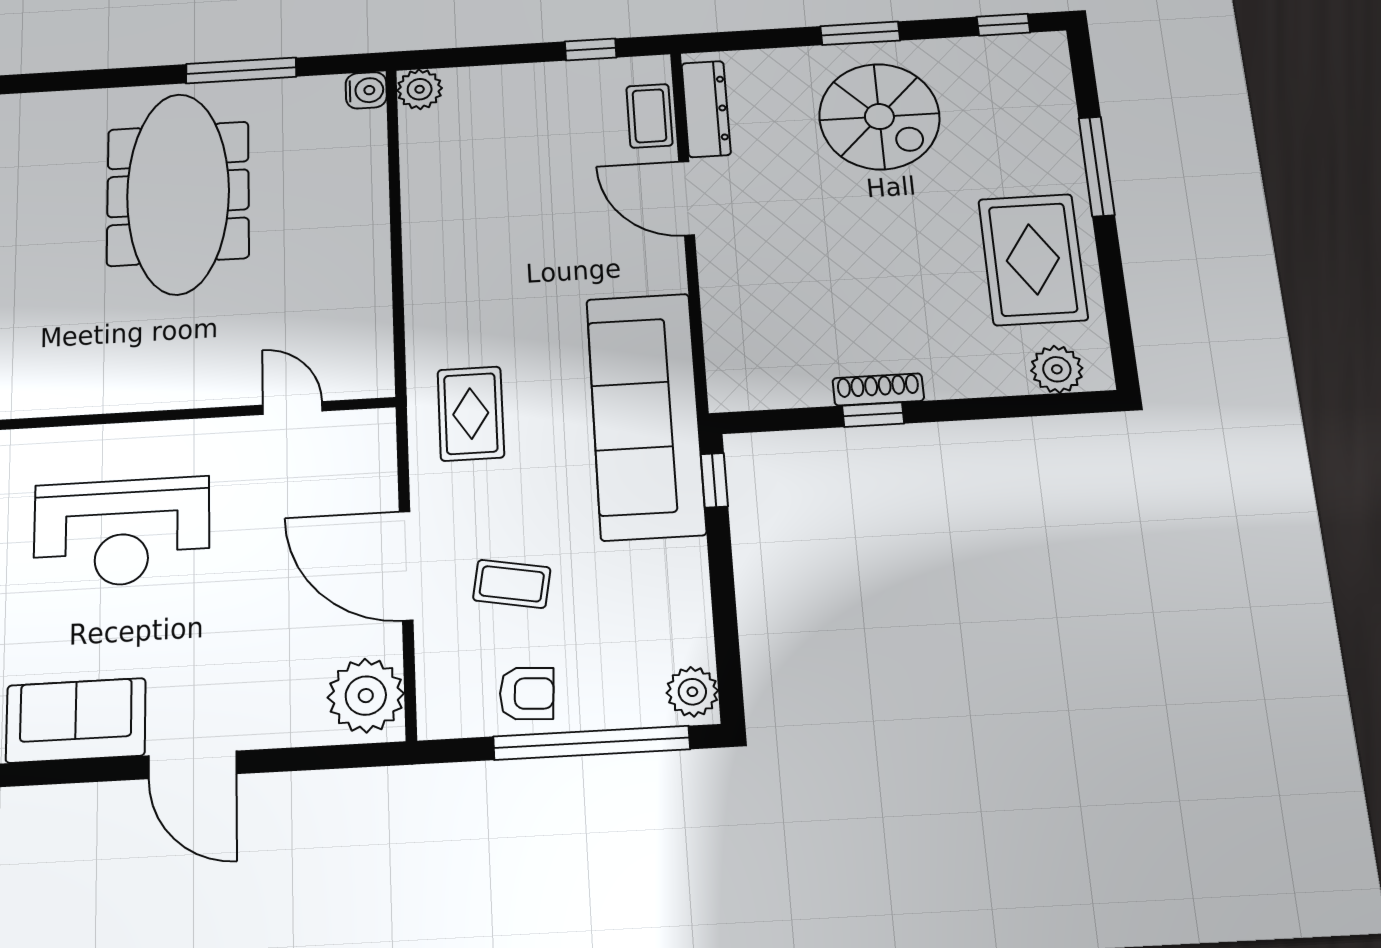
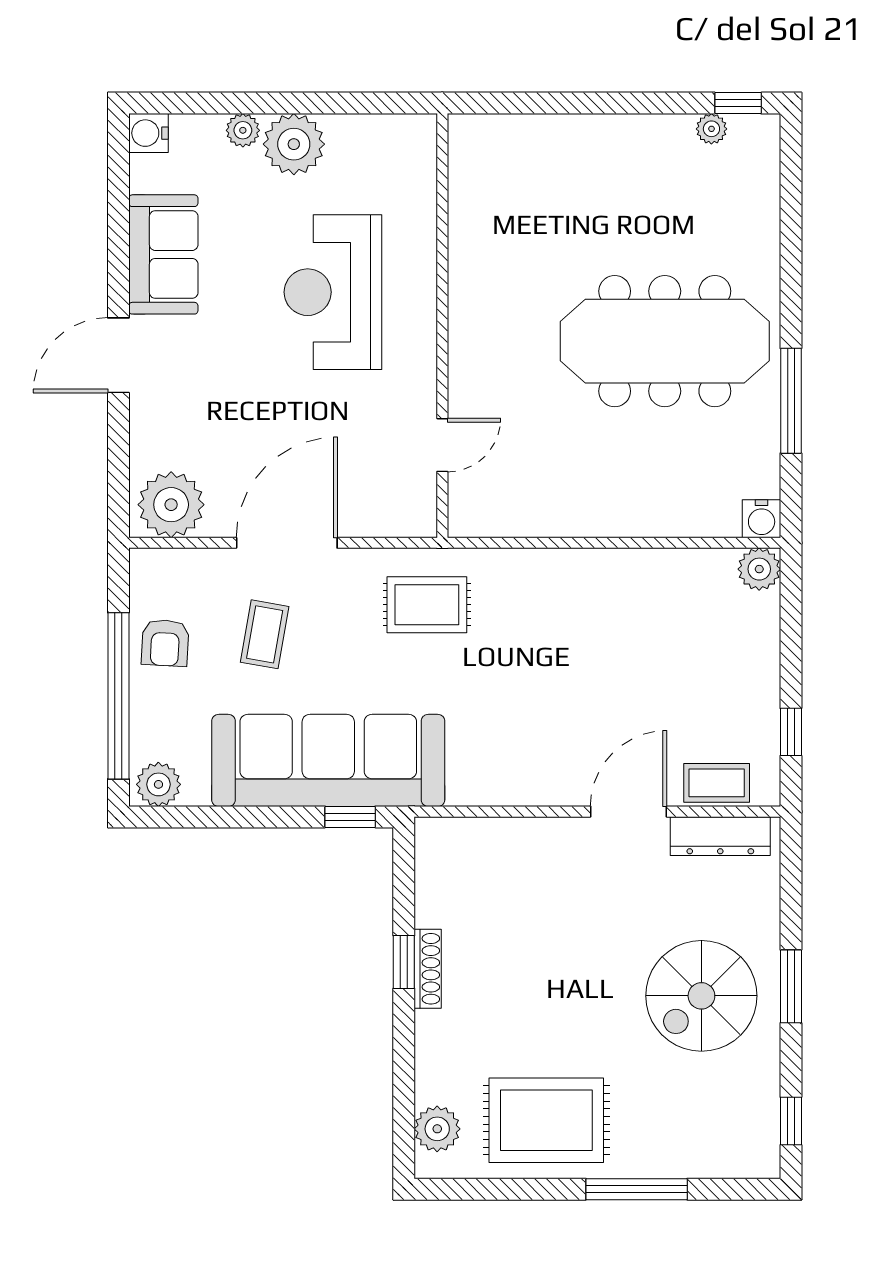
sofa: (646, 415) -> (328, 760), moved

